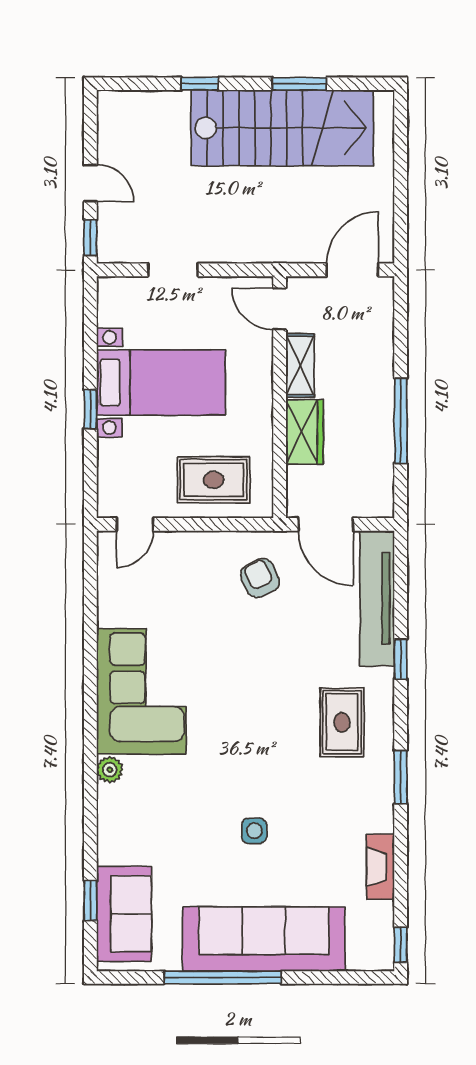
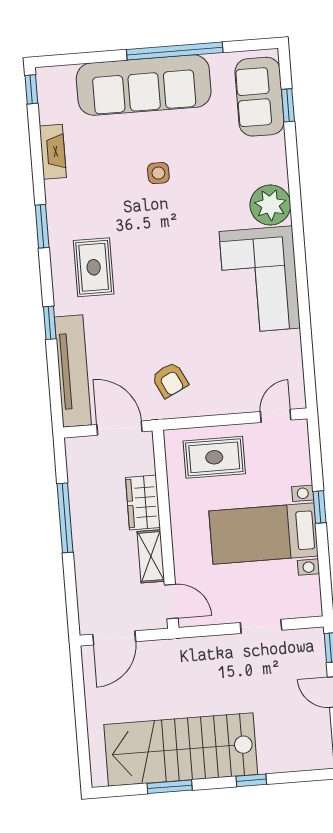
plant: (110, 770) -> (270, 205), width x1.87, depth x1.87

